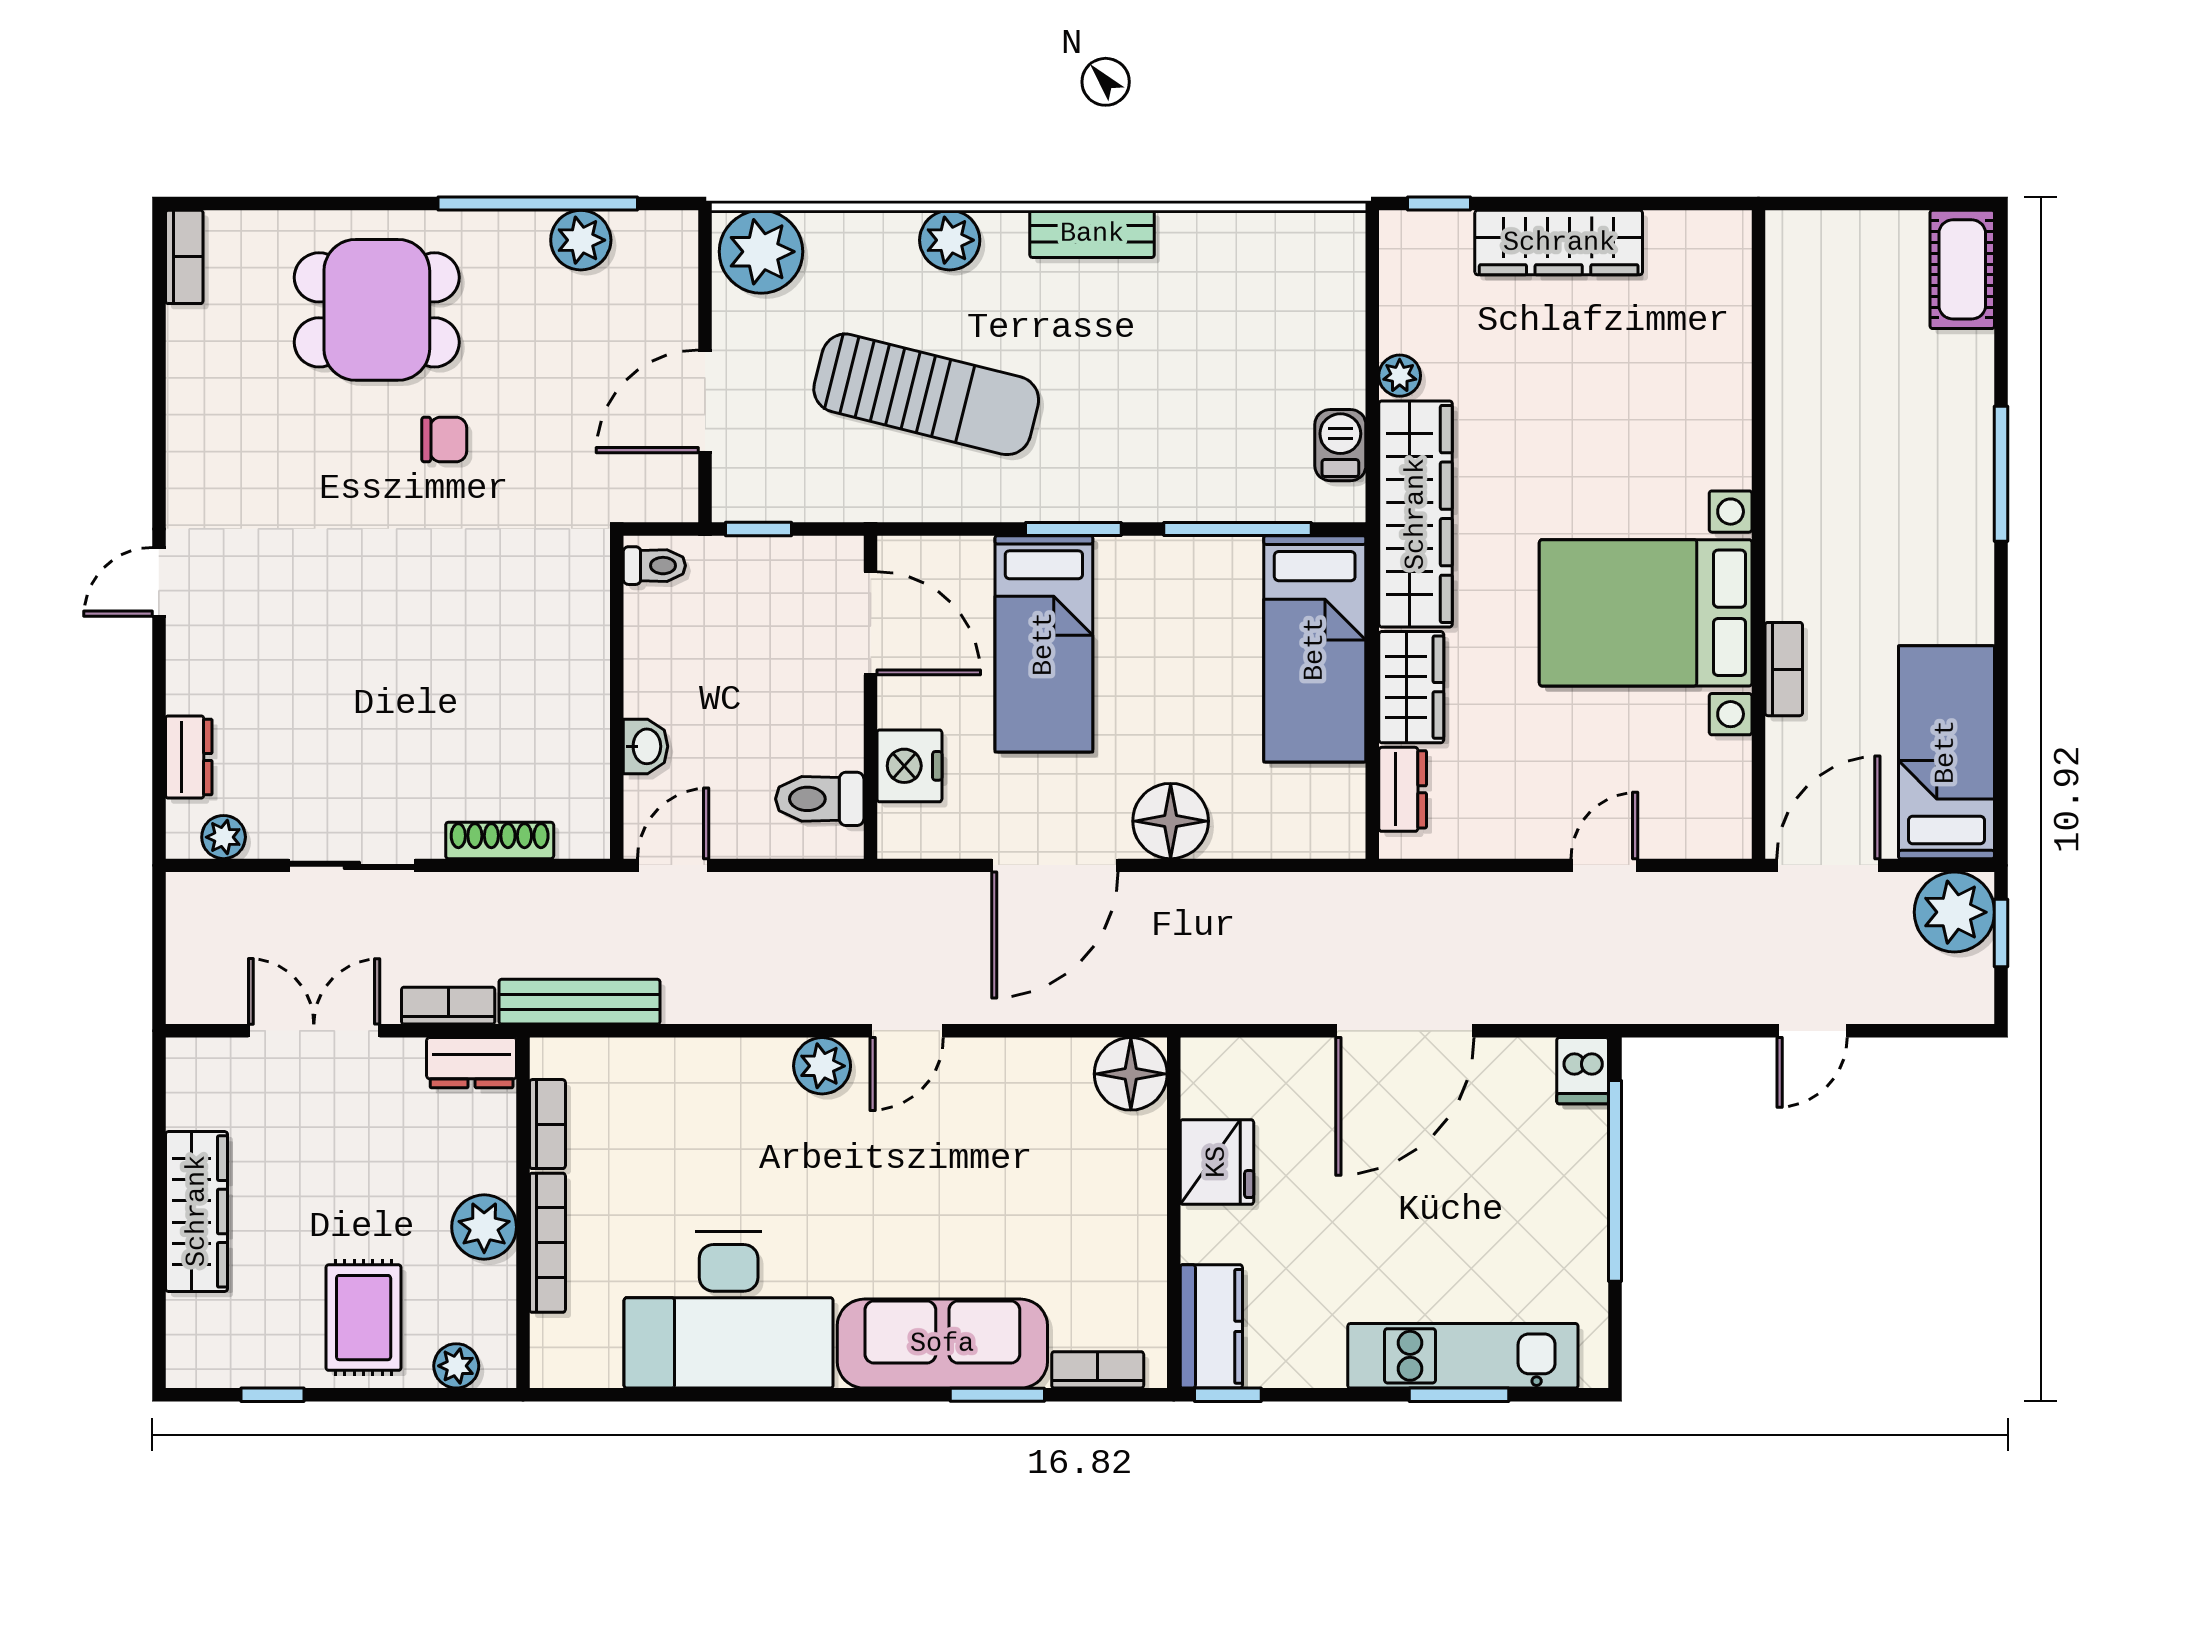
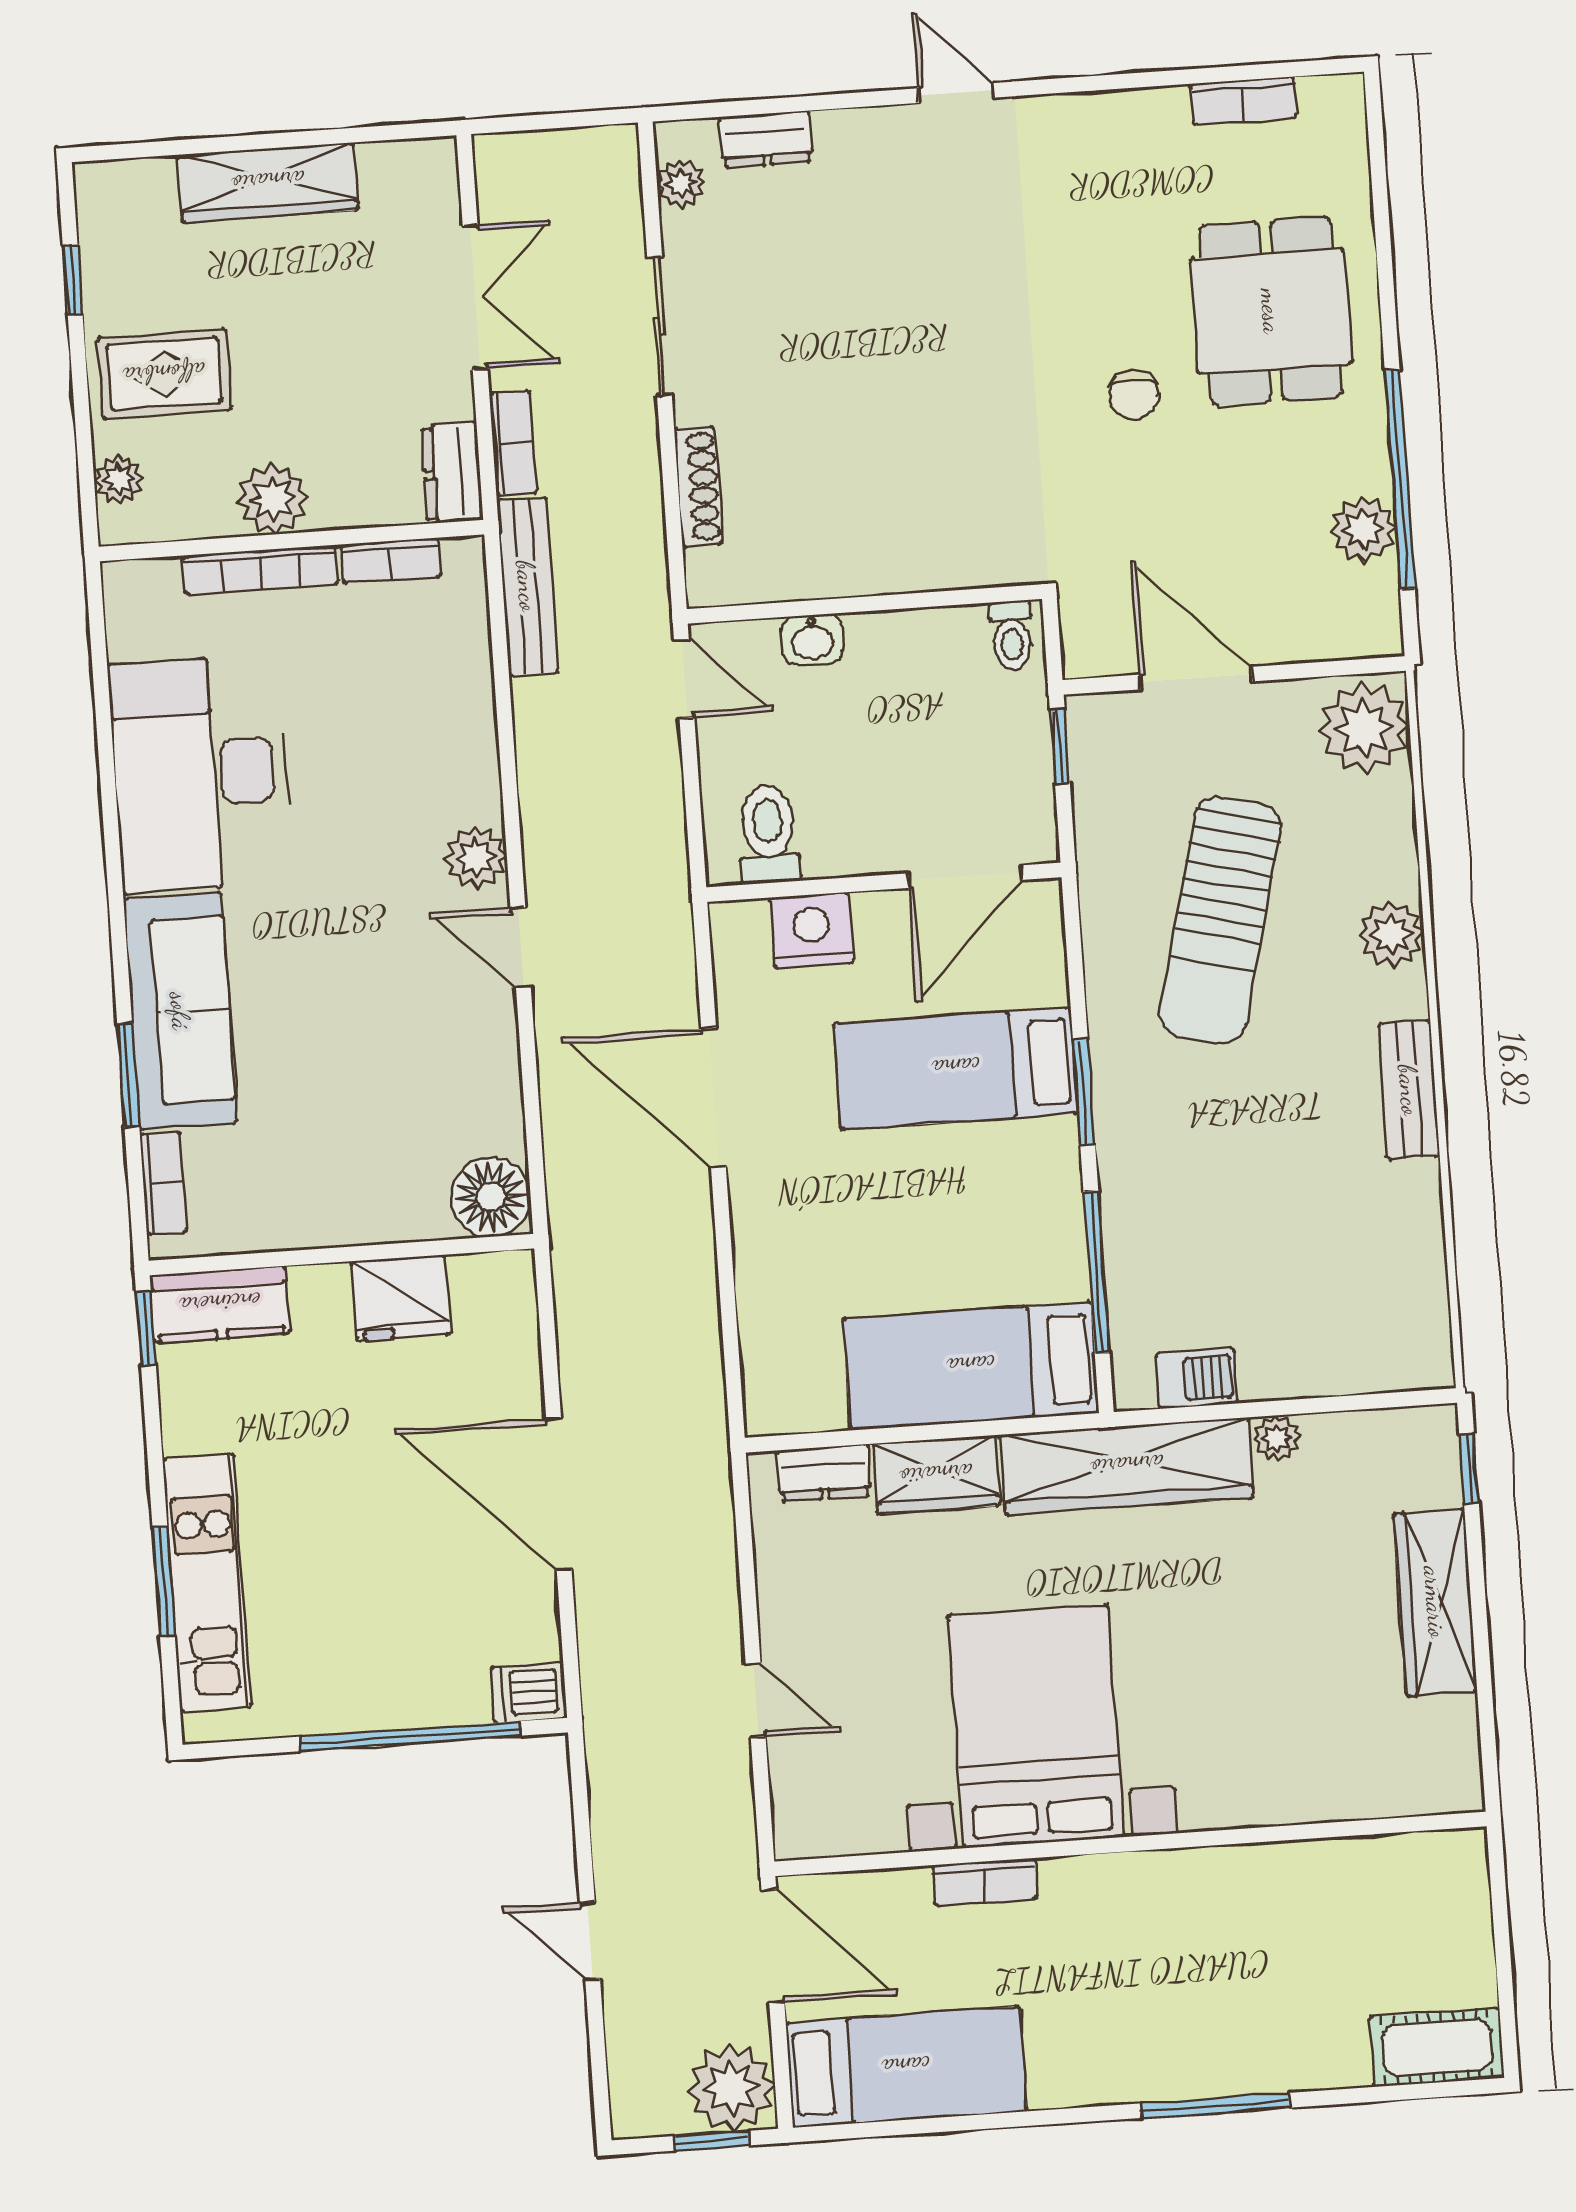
bookcase: (184, 257) -> (1243, 101), moved
floor lamp: (1171, 821) -> (771, 1221), removed

